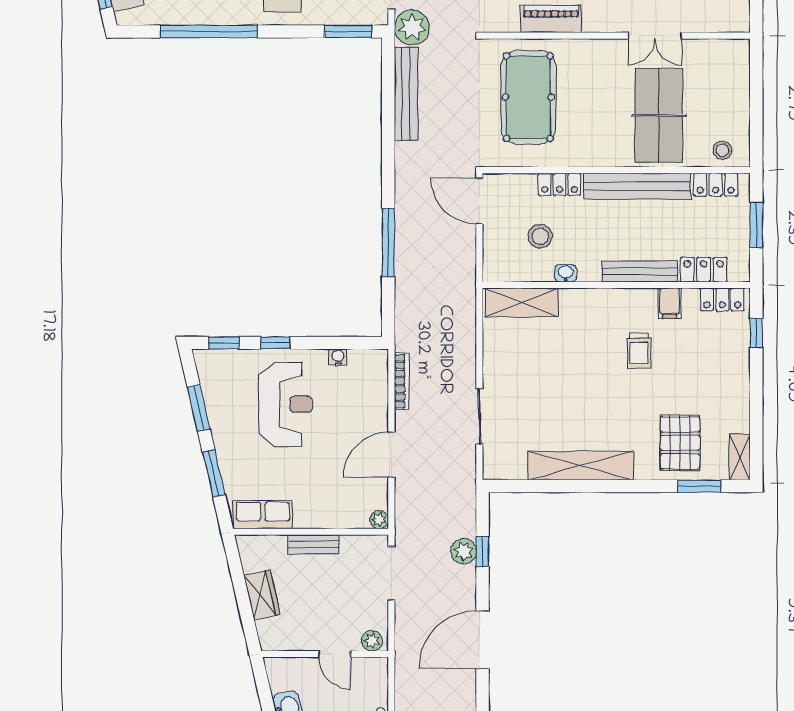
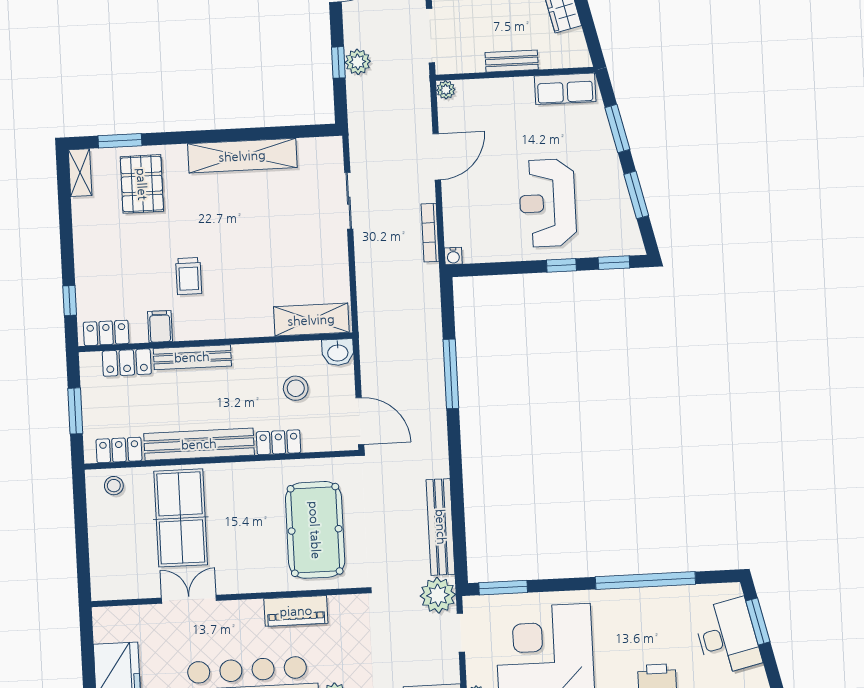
washbasin: (566, 273) -> (338, 352), moved, width x1.38, depth x1.45
trolley: (639, 351) -> (189, 276), turned 180
water cooler: (338, 357) -> (453, 256), moved

